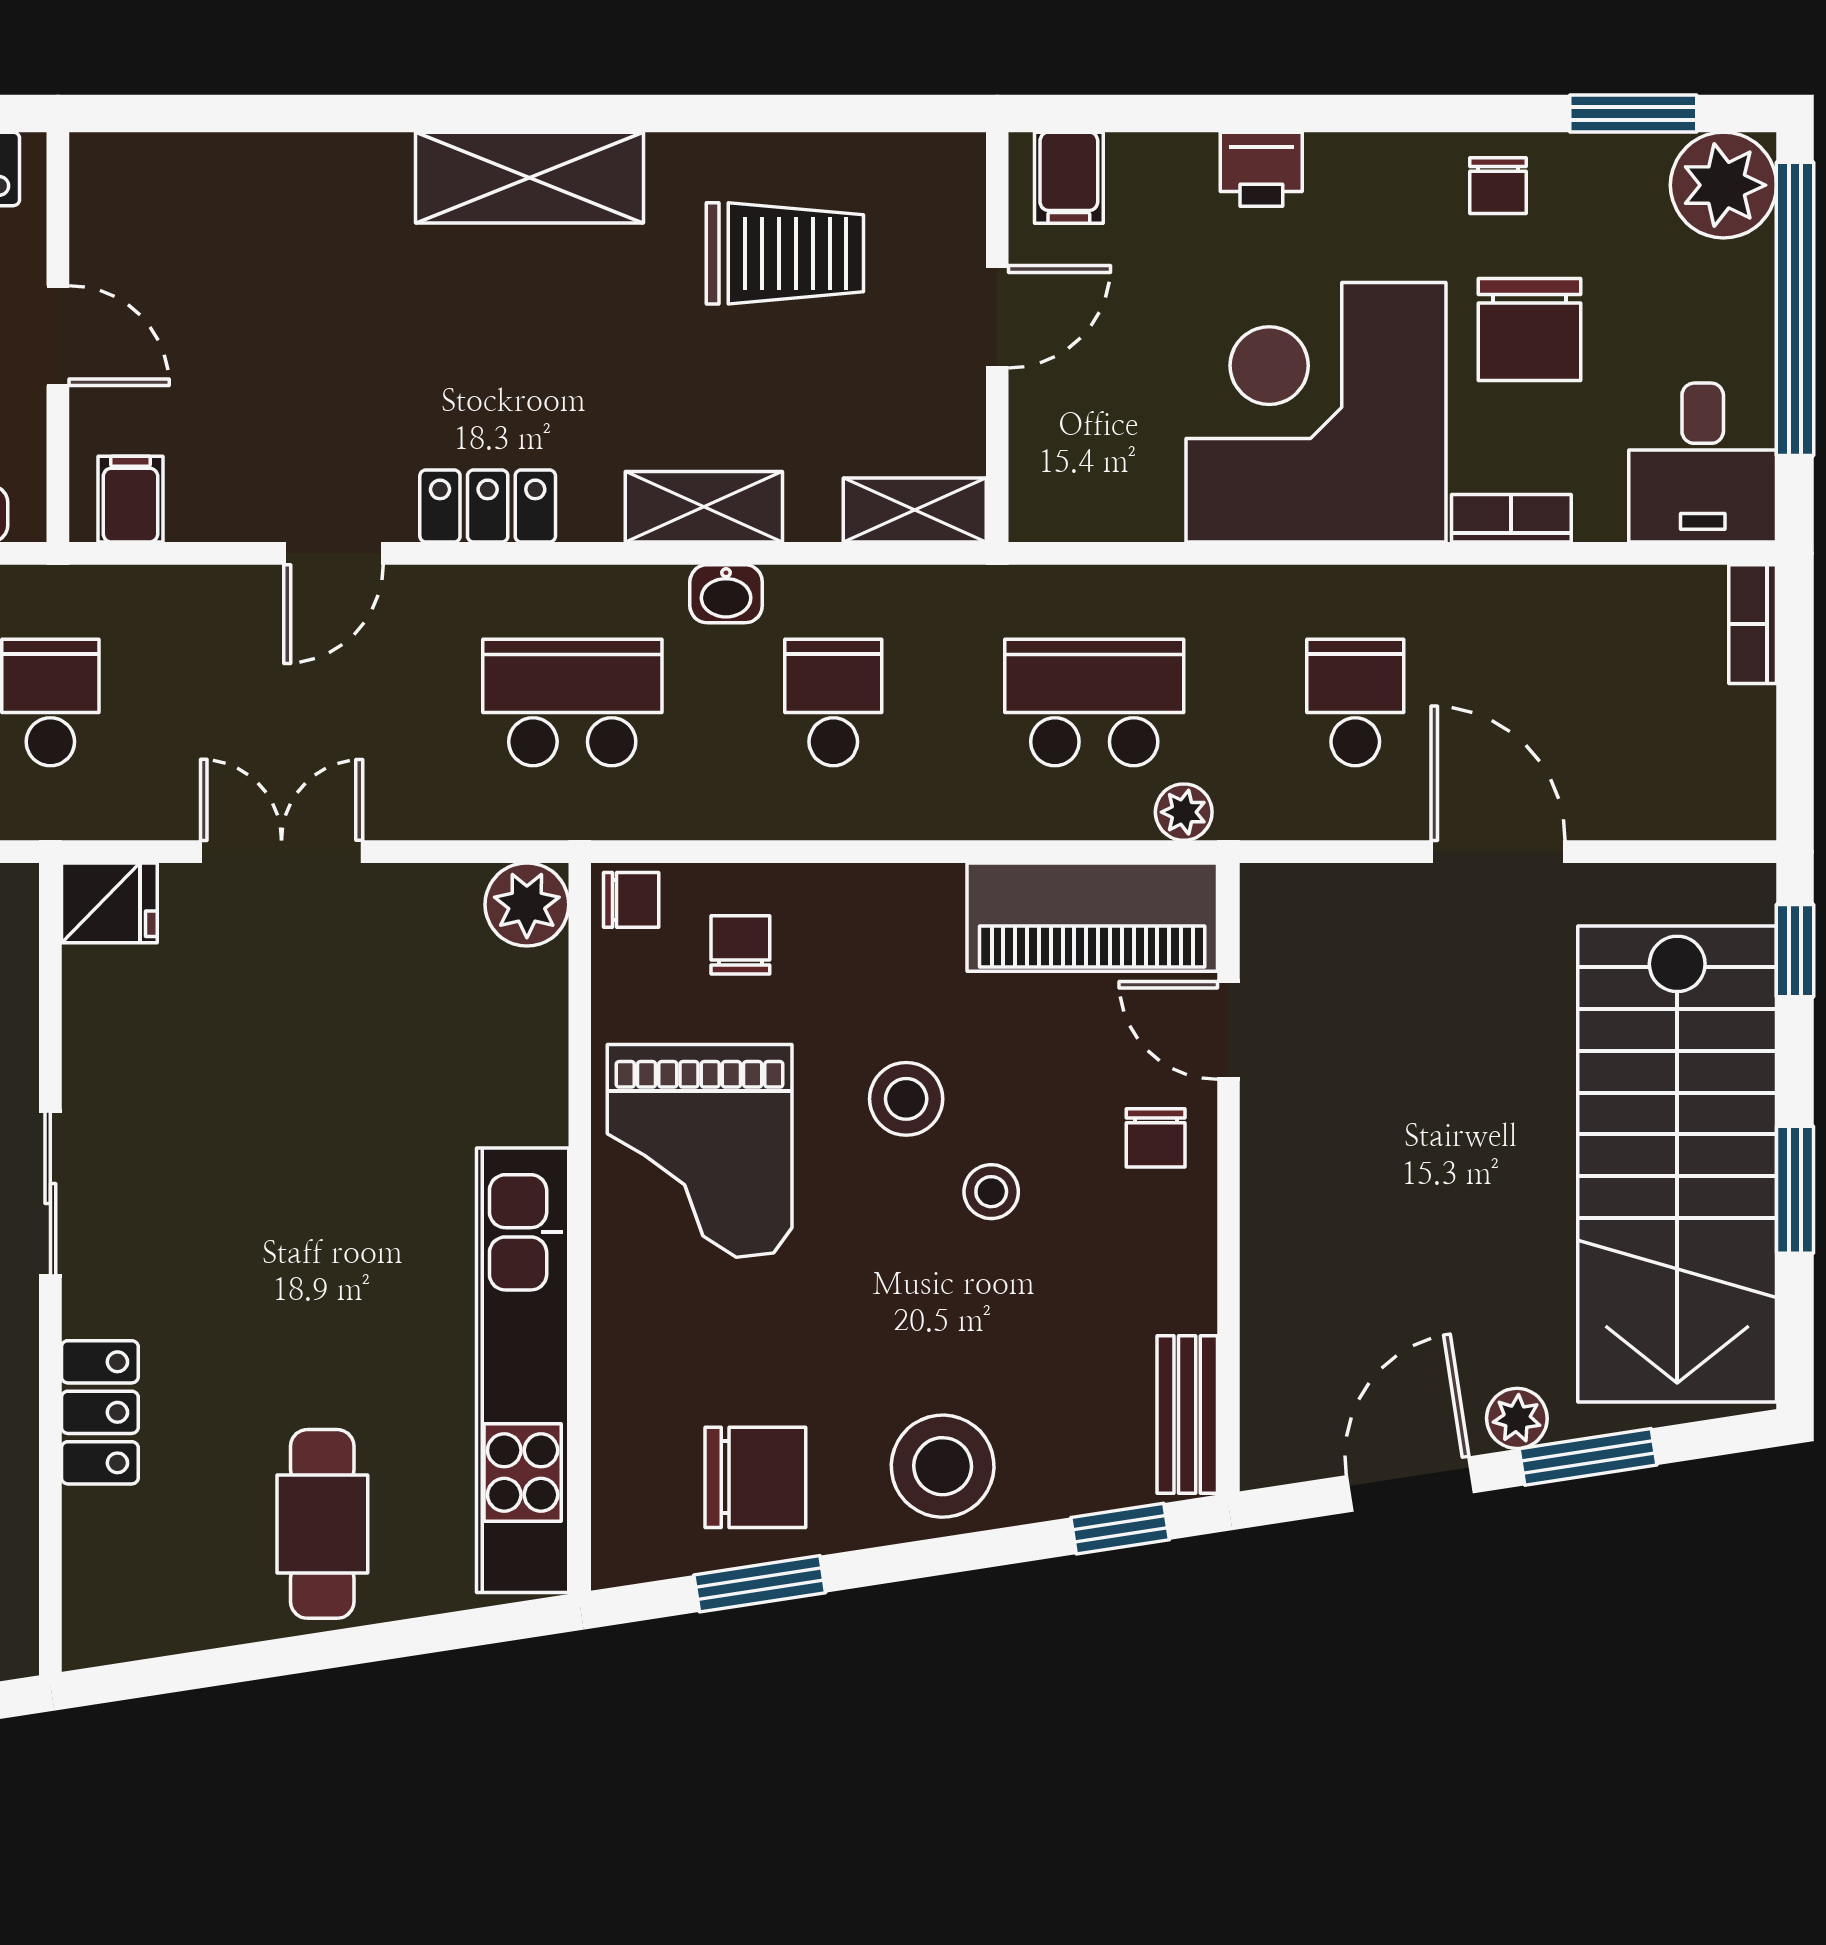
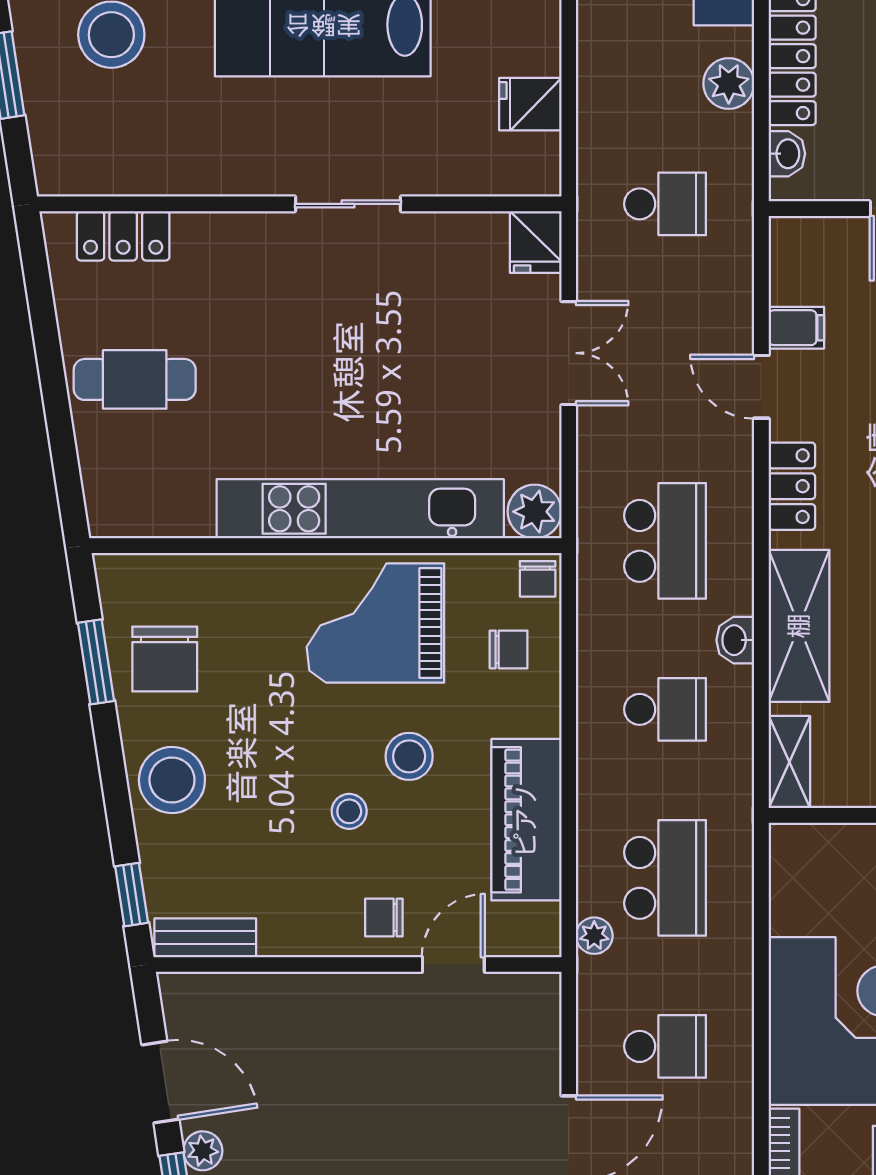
filing cabinet: (130, 499) -> (796, 328), moved
shelving: (704, 507) -> (799, 626), width x1.50, depth x1.33
piano: (1092, 917) -> (526, 820), moved
kitchen unit: (523, 1370) -> (360, 509), moved
locker: (100, 1412) -> (123, 236), moved

